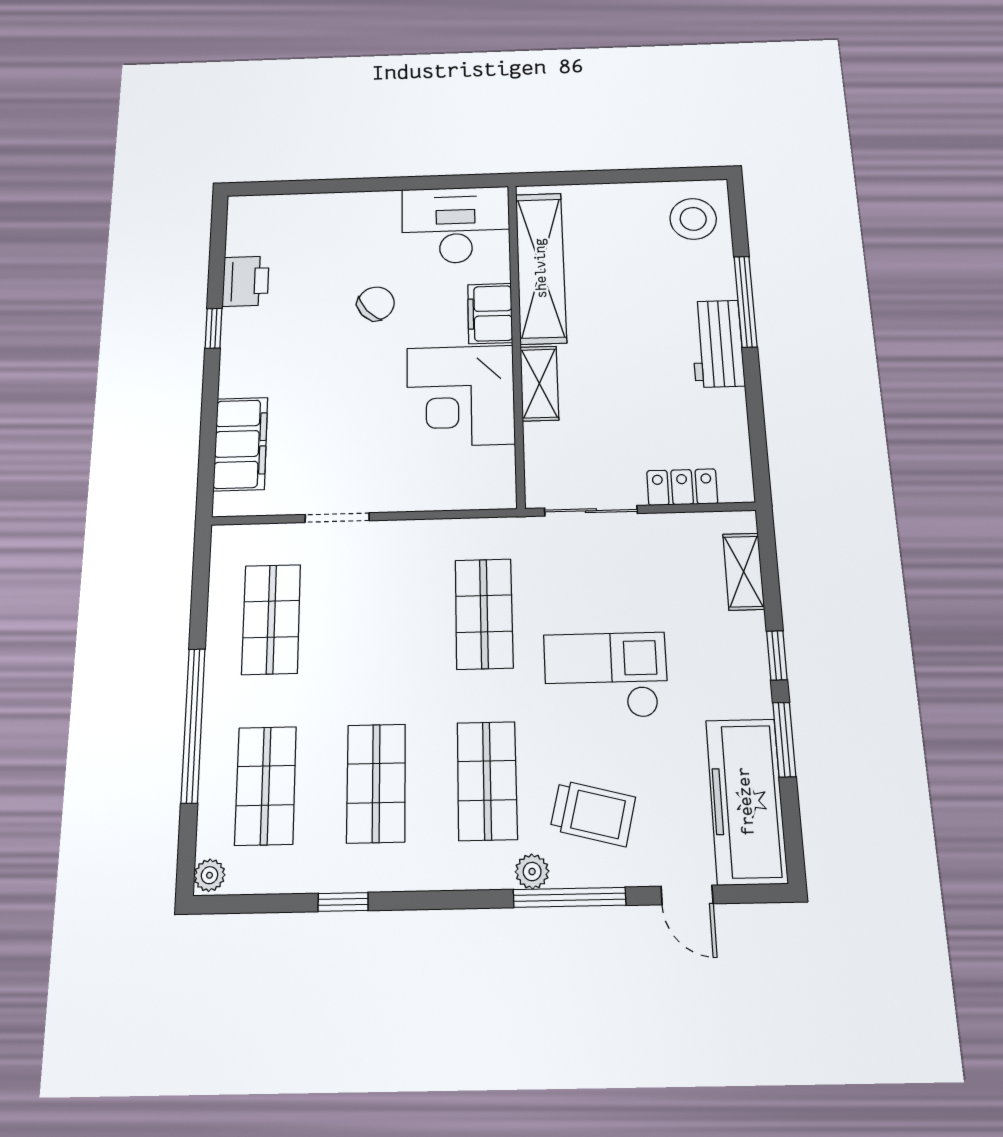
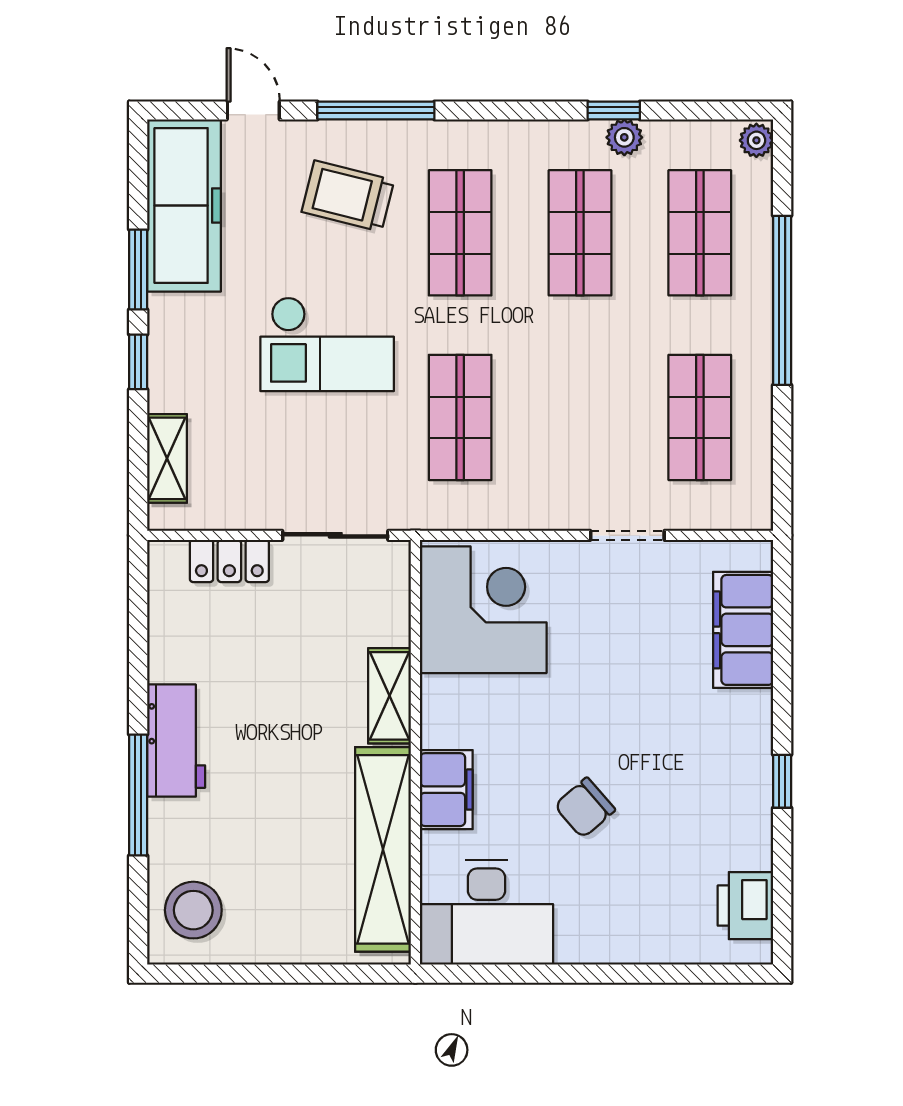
printer: (246, 281) -> (745, 906), moved
corner desk: (461, 396) -> (483, 610), moved
plant: (532, 872) -> (624, 137), moved

